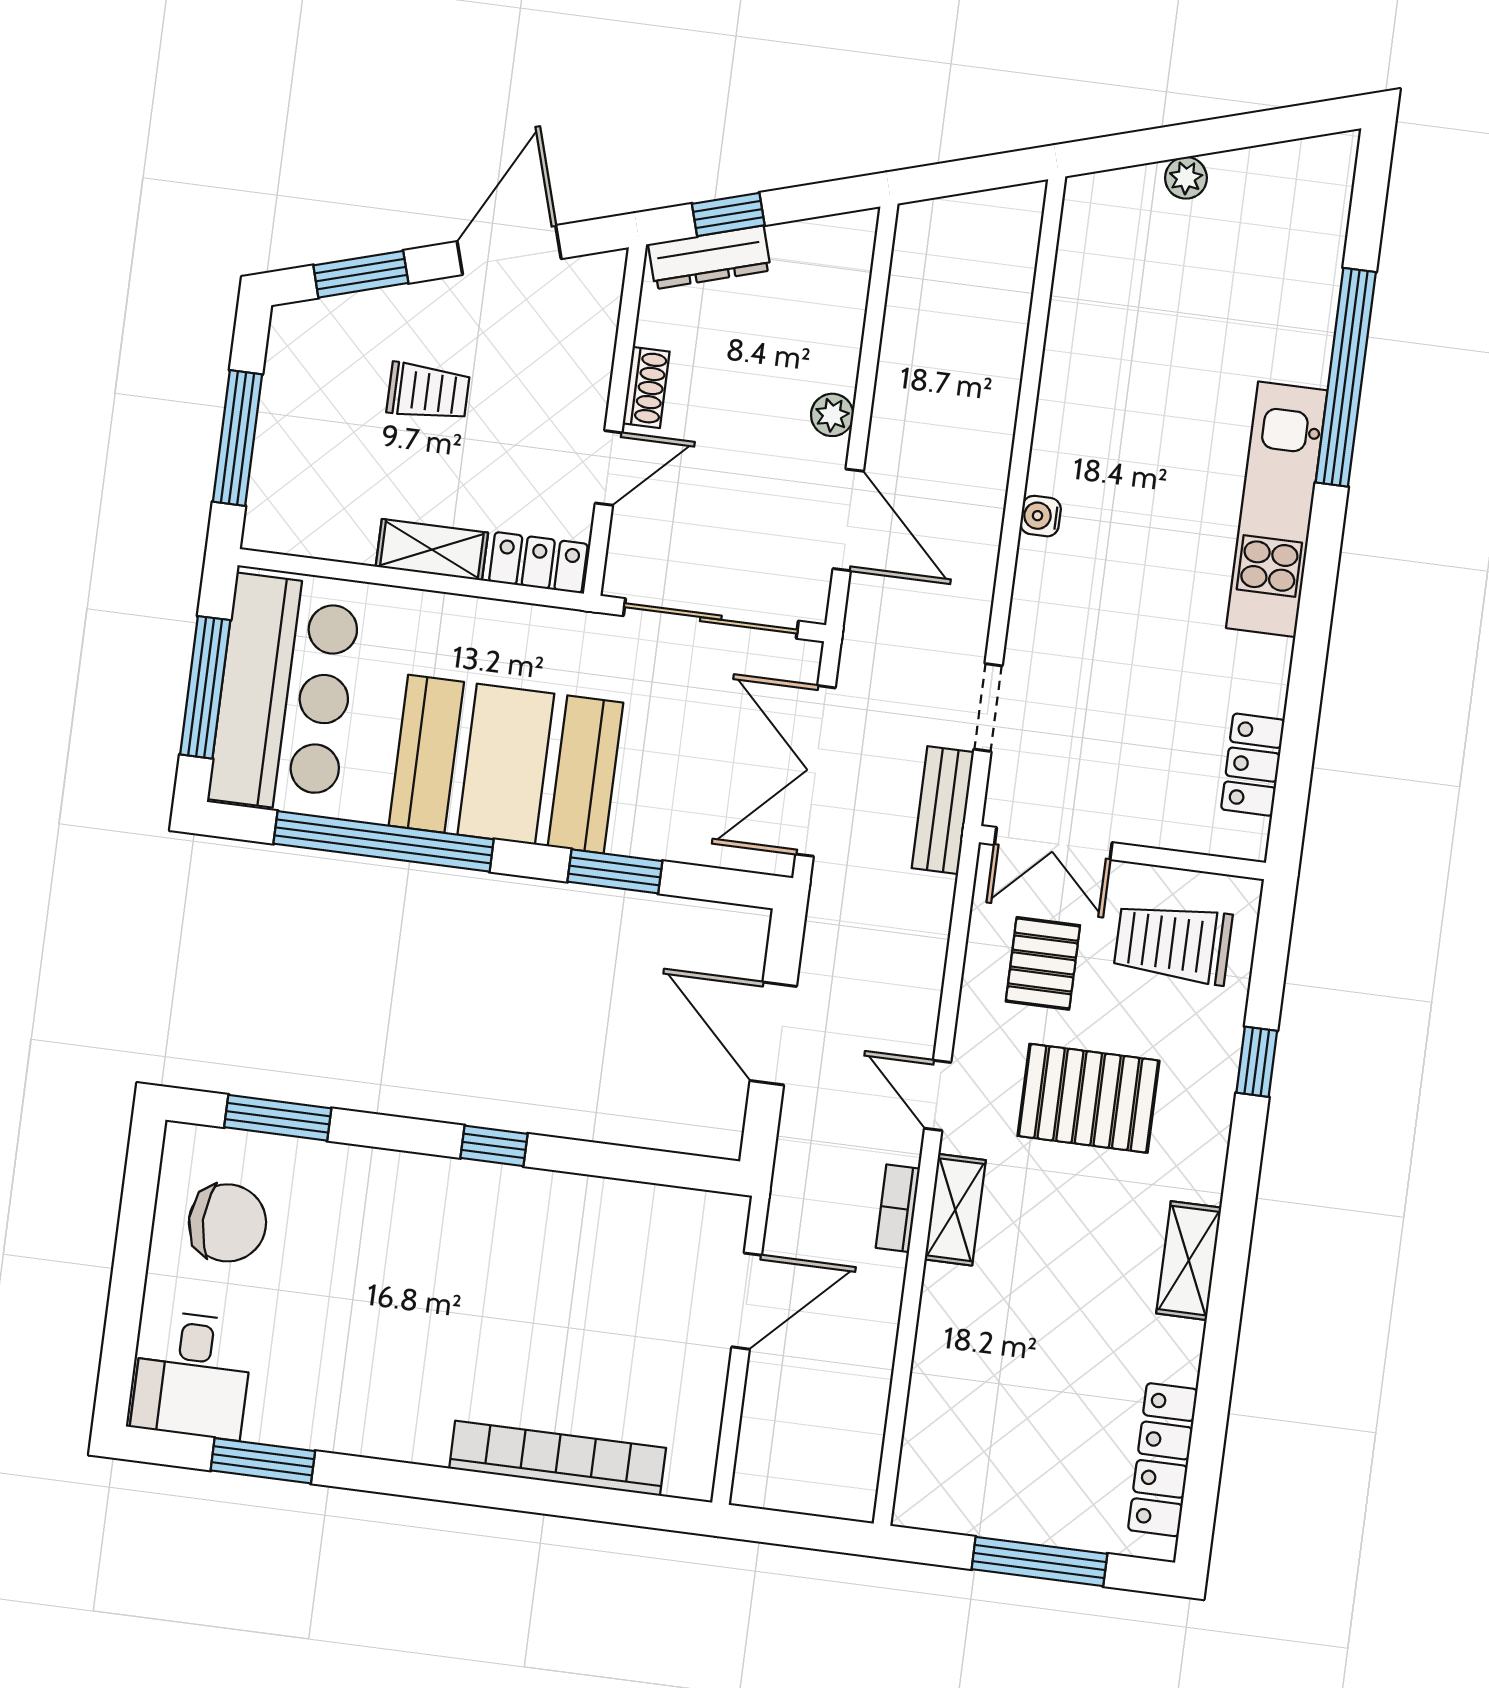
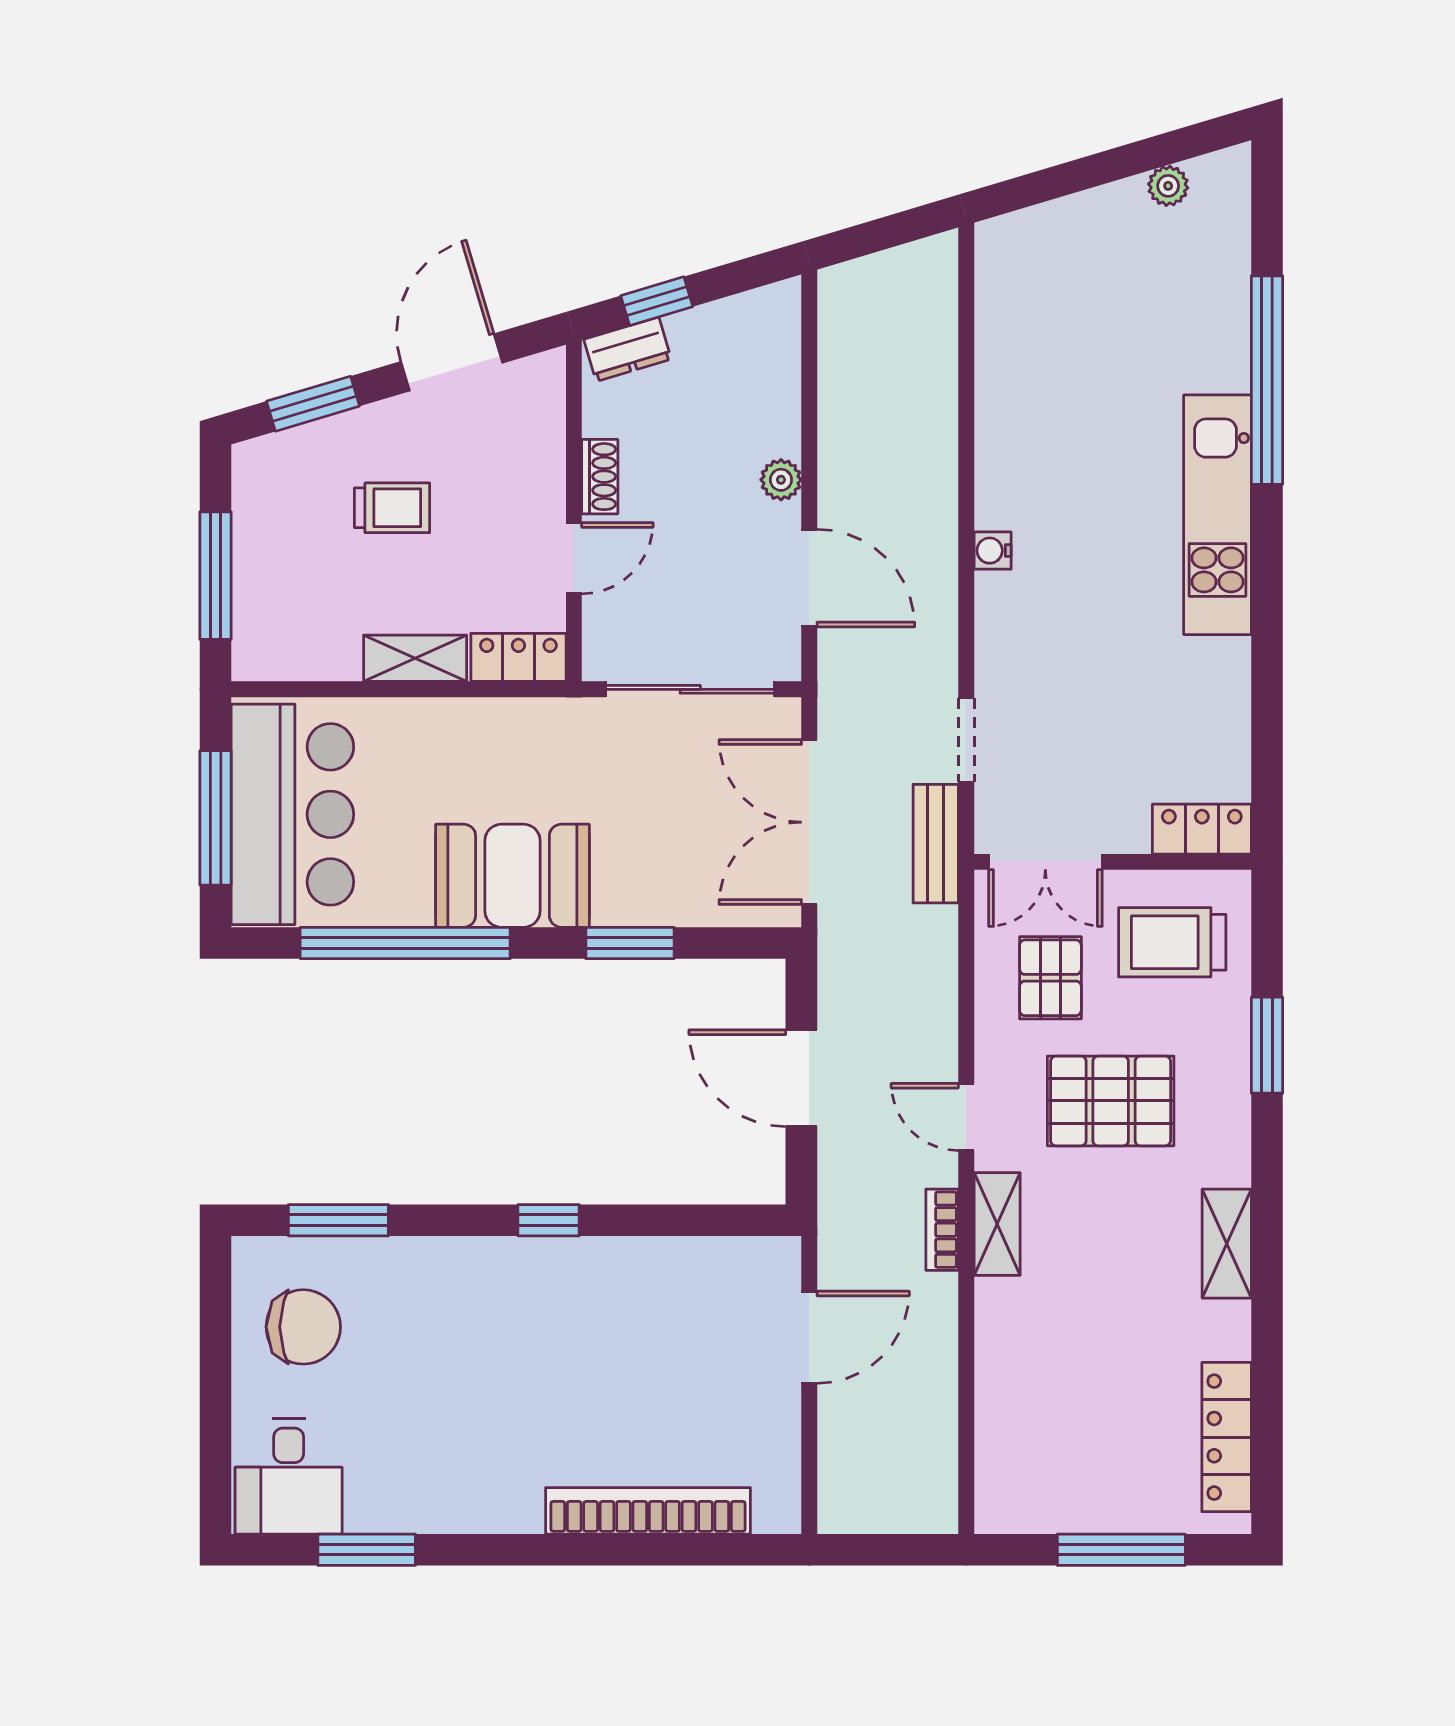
plant: (1186, 178) -> (1168, 186), moved
dresser: (709, 257) -> (628, 349), width x0.70
booth: (506, 764) -> (512, 876), width x0.73, depth x0.70
locker: (1253, 765) -> (1202, 829), moved, turned 90
window: (1257, 1062) -> (1267, 1045), width x1.50

